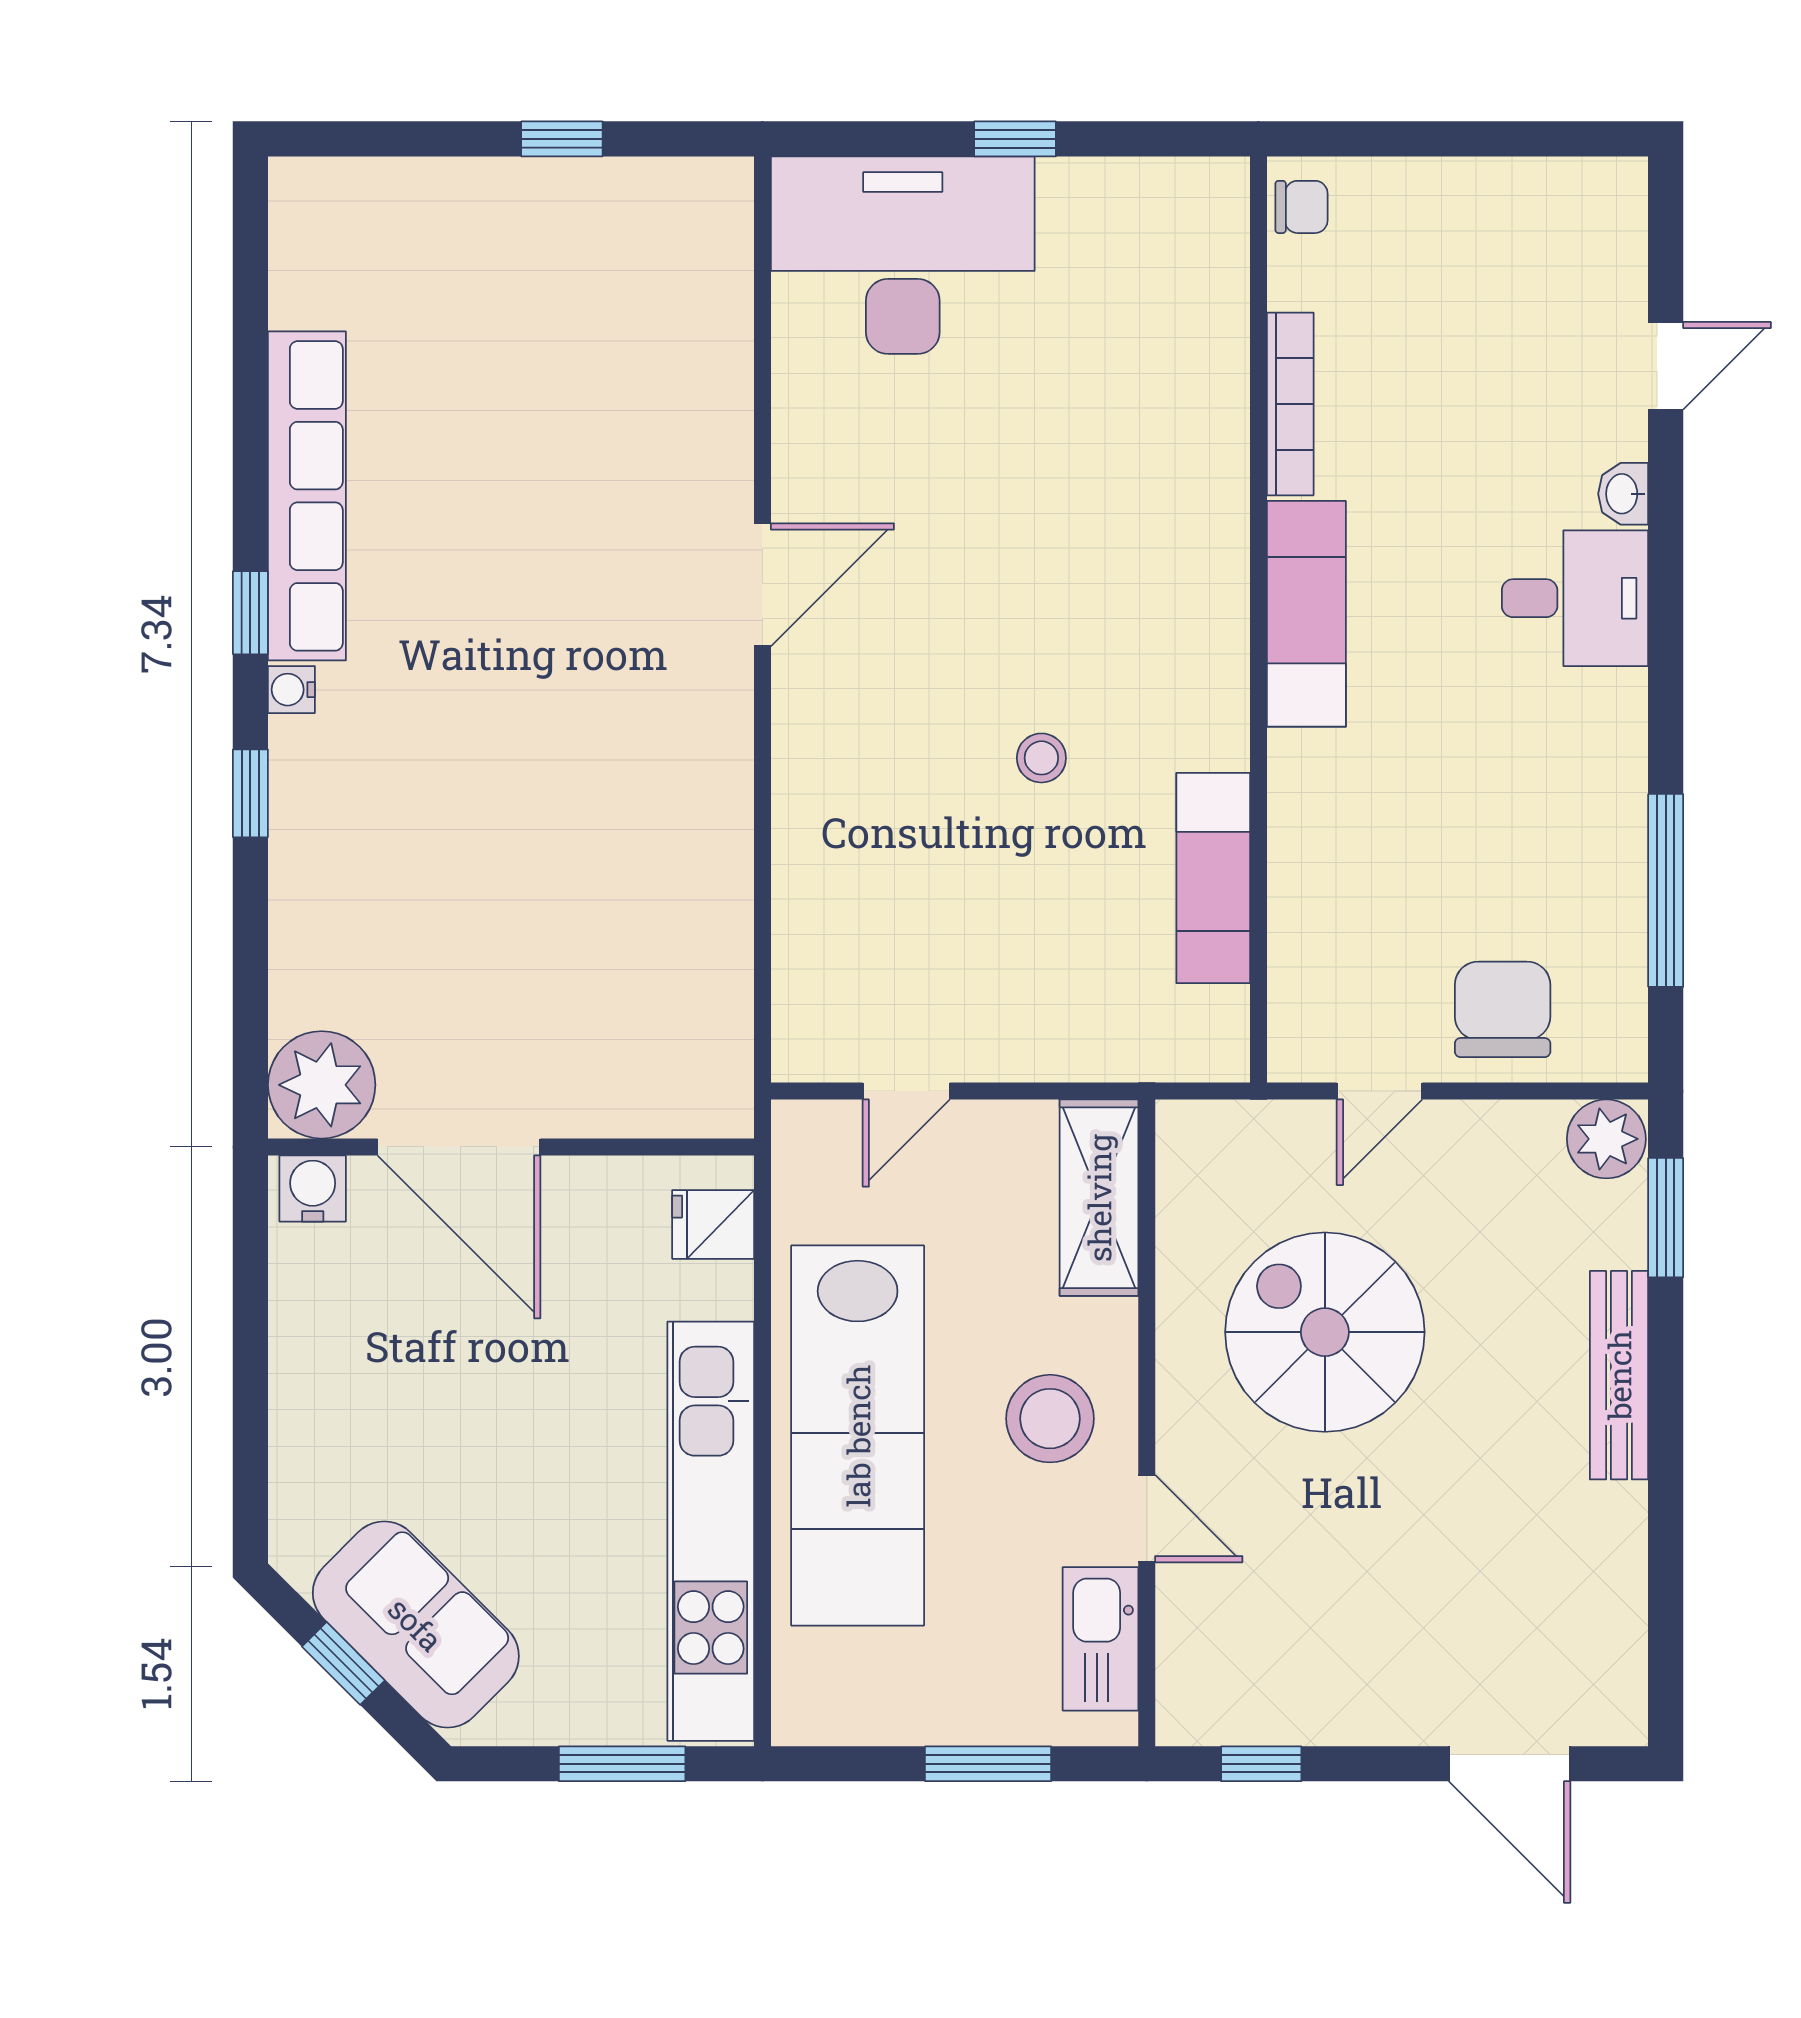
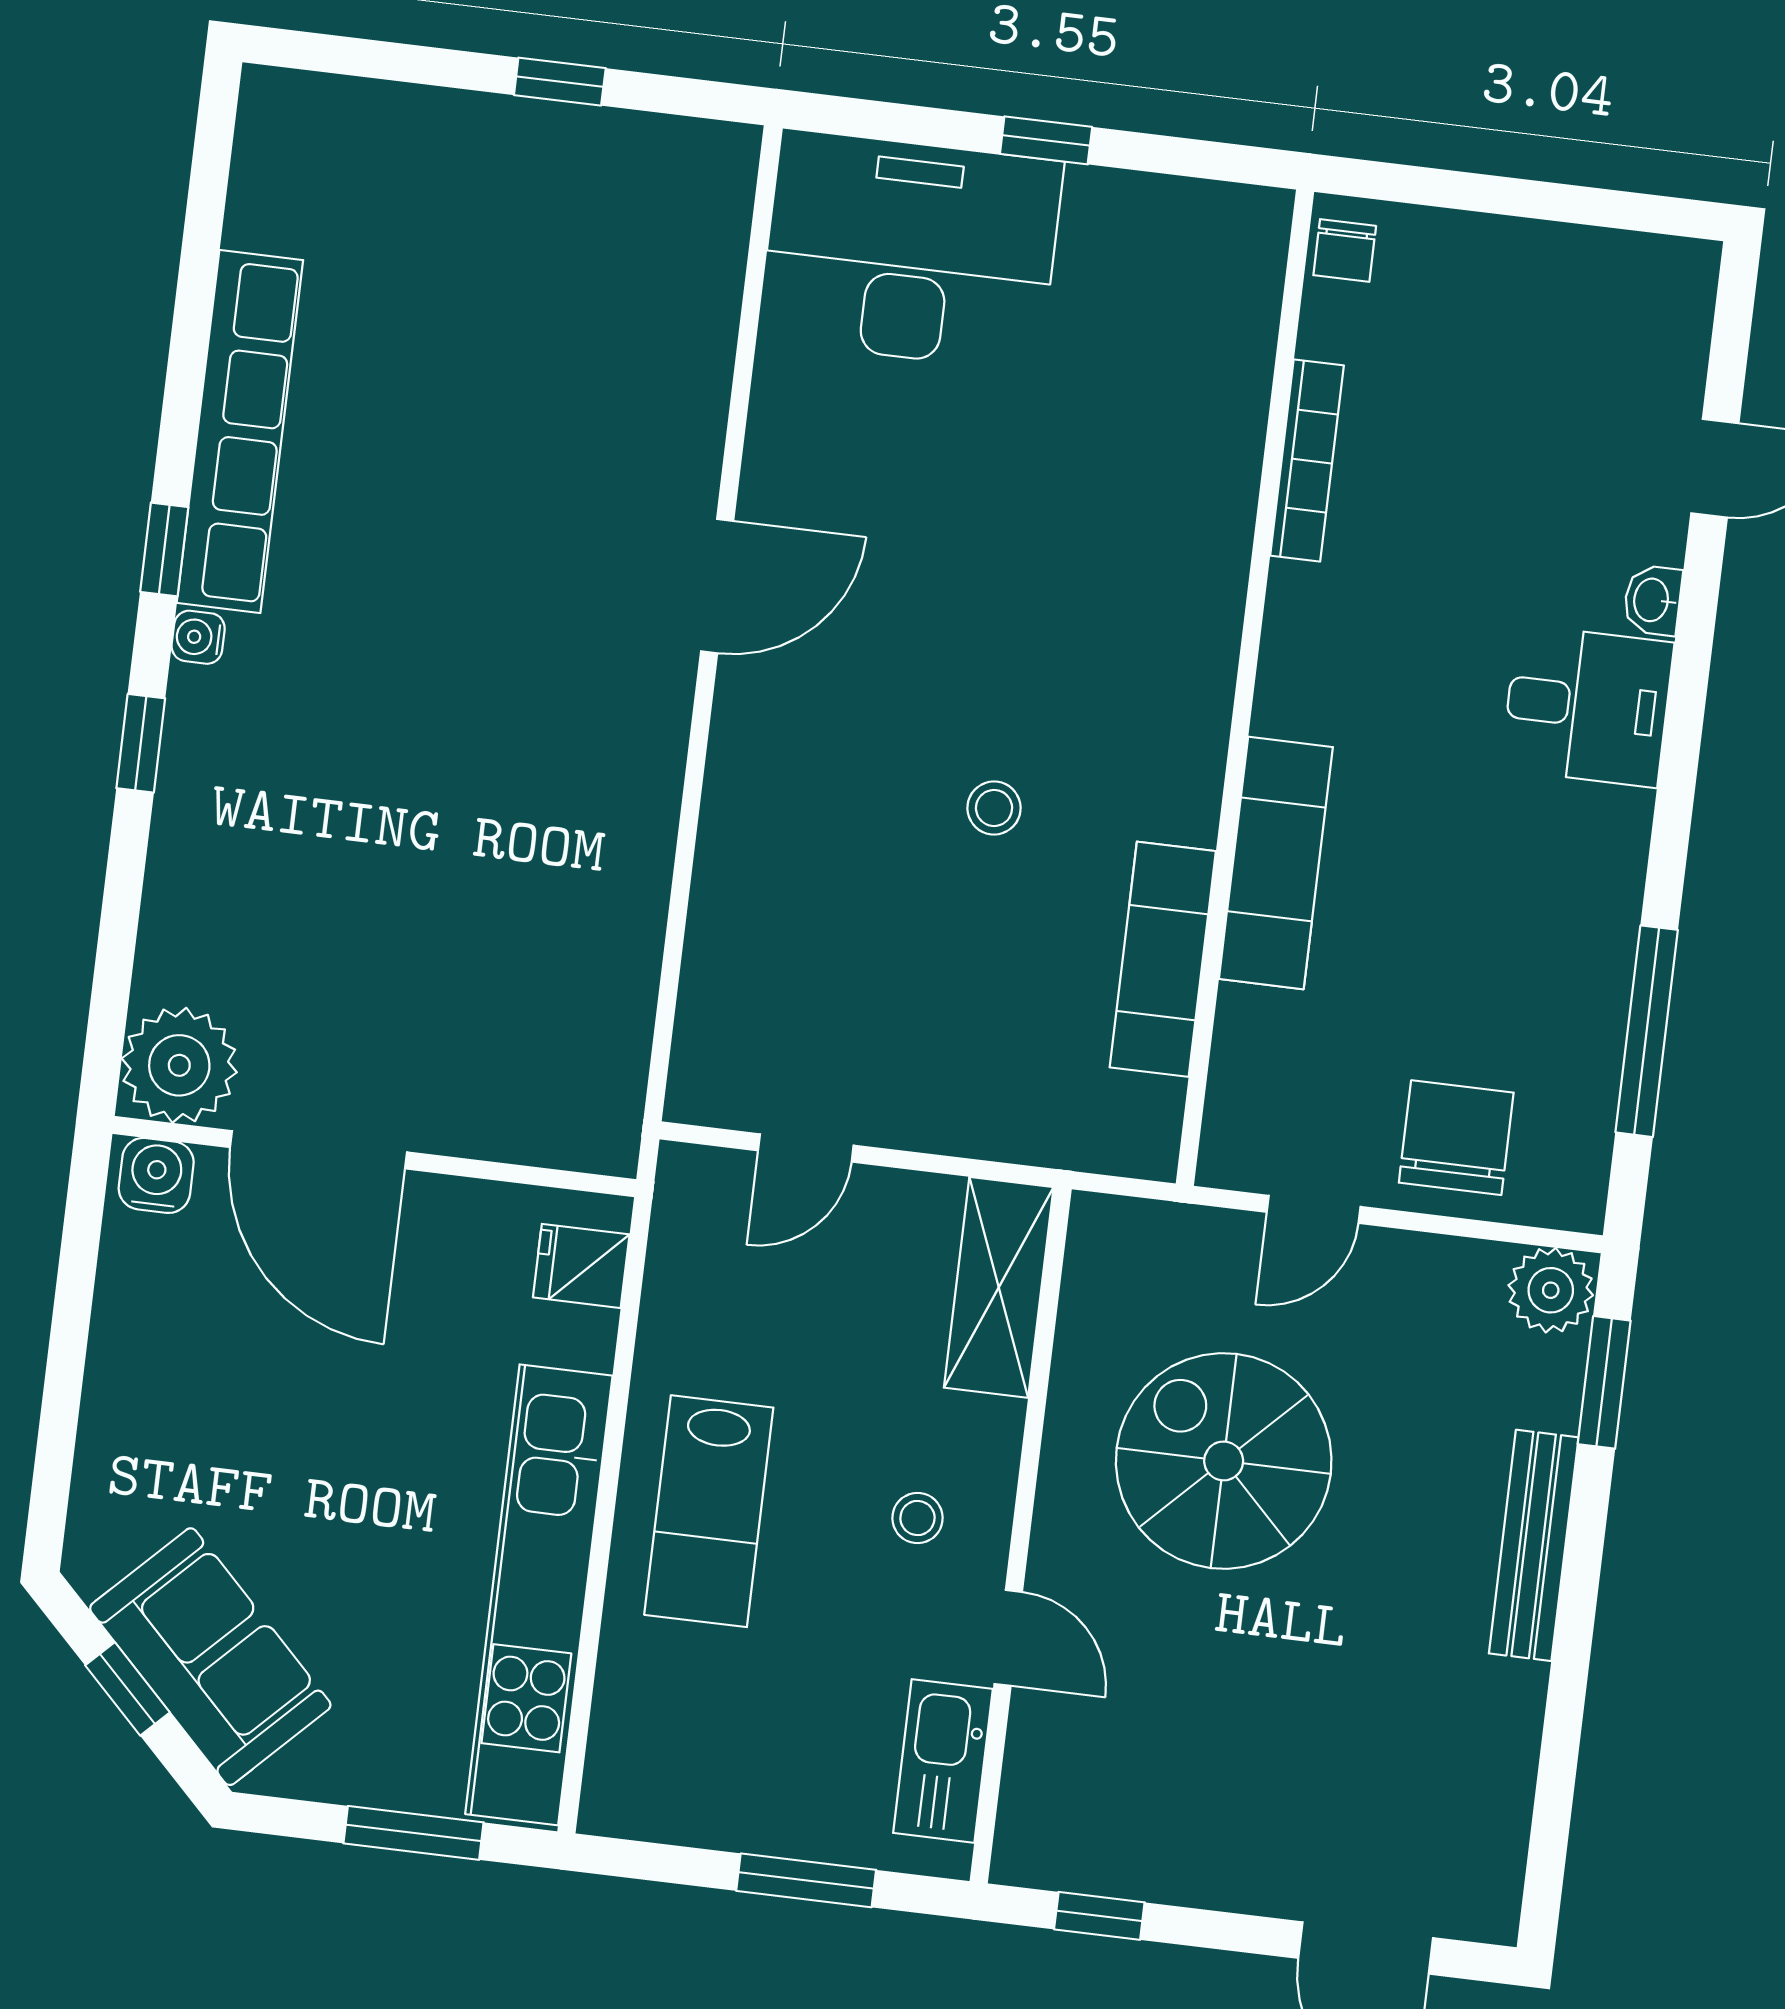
chair: (1302, 207) -> (1345, 251), turned 90
exam couch: (1306, 614) -> (1276, 863), moved
stool: (1050, 1419) -> (917, 1518), width x0.53, depth x0.53
lab bench: (858, 1436) -> (709, 1511), width x0.54, depth x0.72

